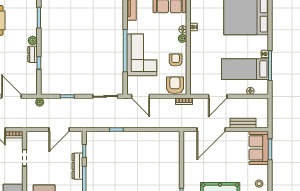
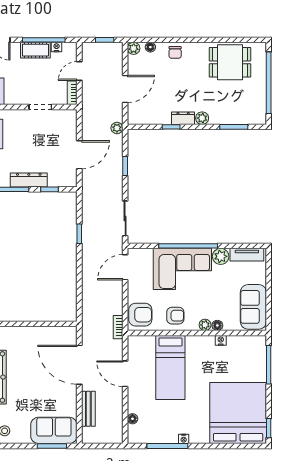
plant: (133, 27) -> (221, 256), added
bed: (245, 69) -> (170, 367), moved, turned 180
door: (59, 130) -> (79, 155), swing flipped

